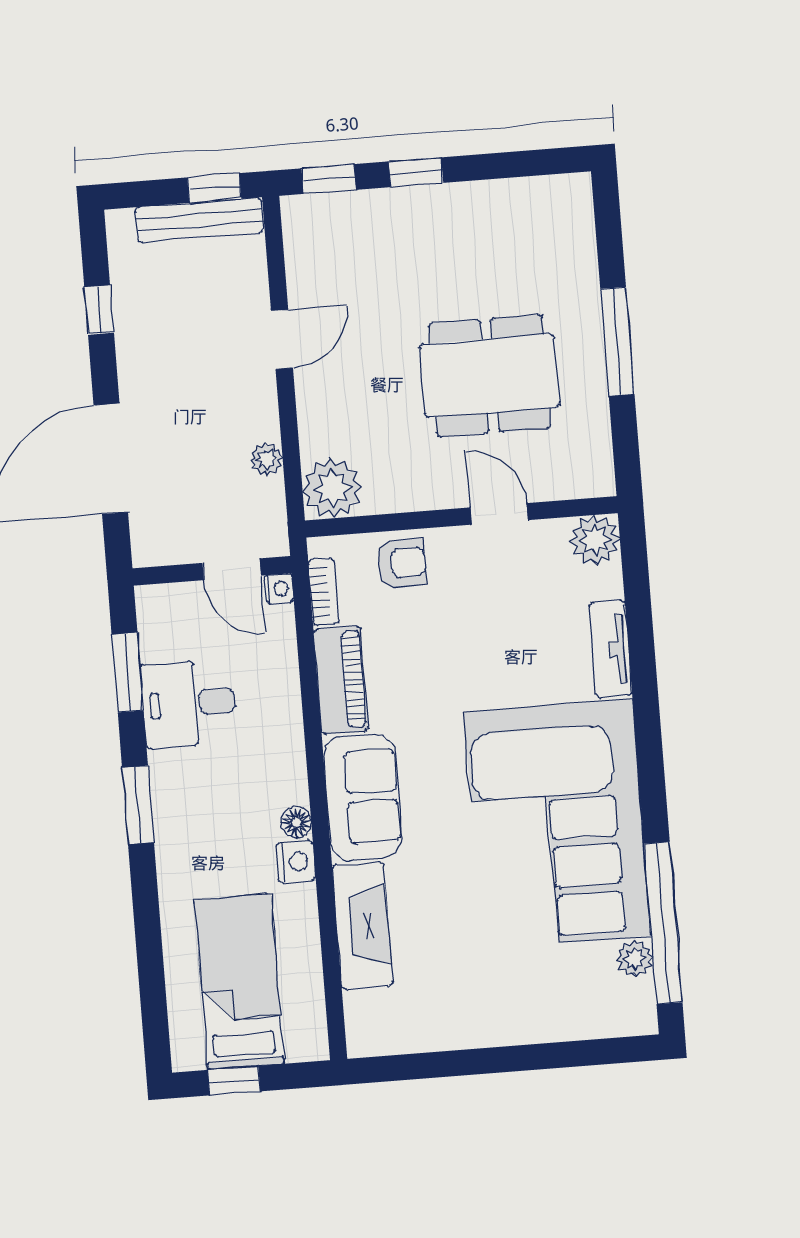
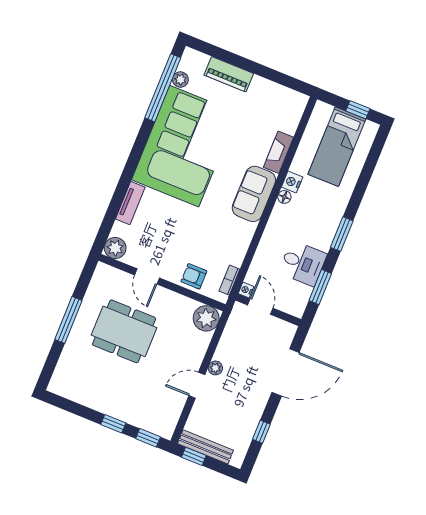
plant: (266, 459) -> (215, 368), moved
piano: (341, 680) -> (229, 74), moved, turned -90
fireplace: (362, 926) -> (278, 152), width x0.73, depth x0.76

